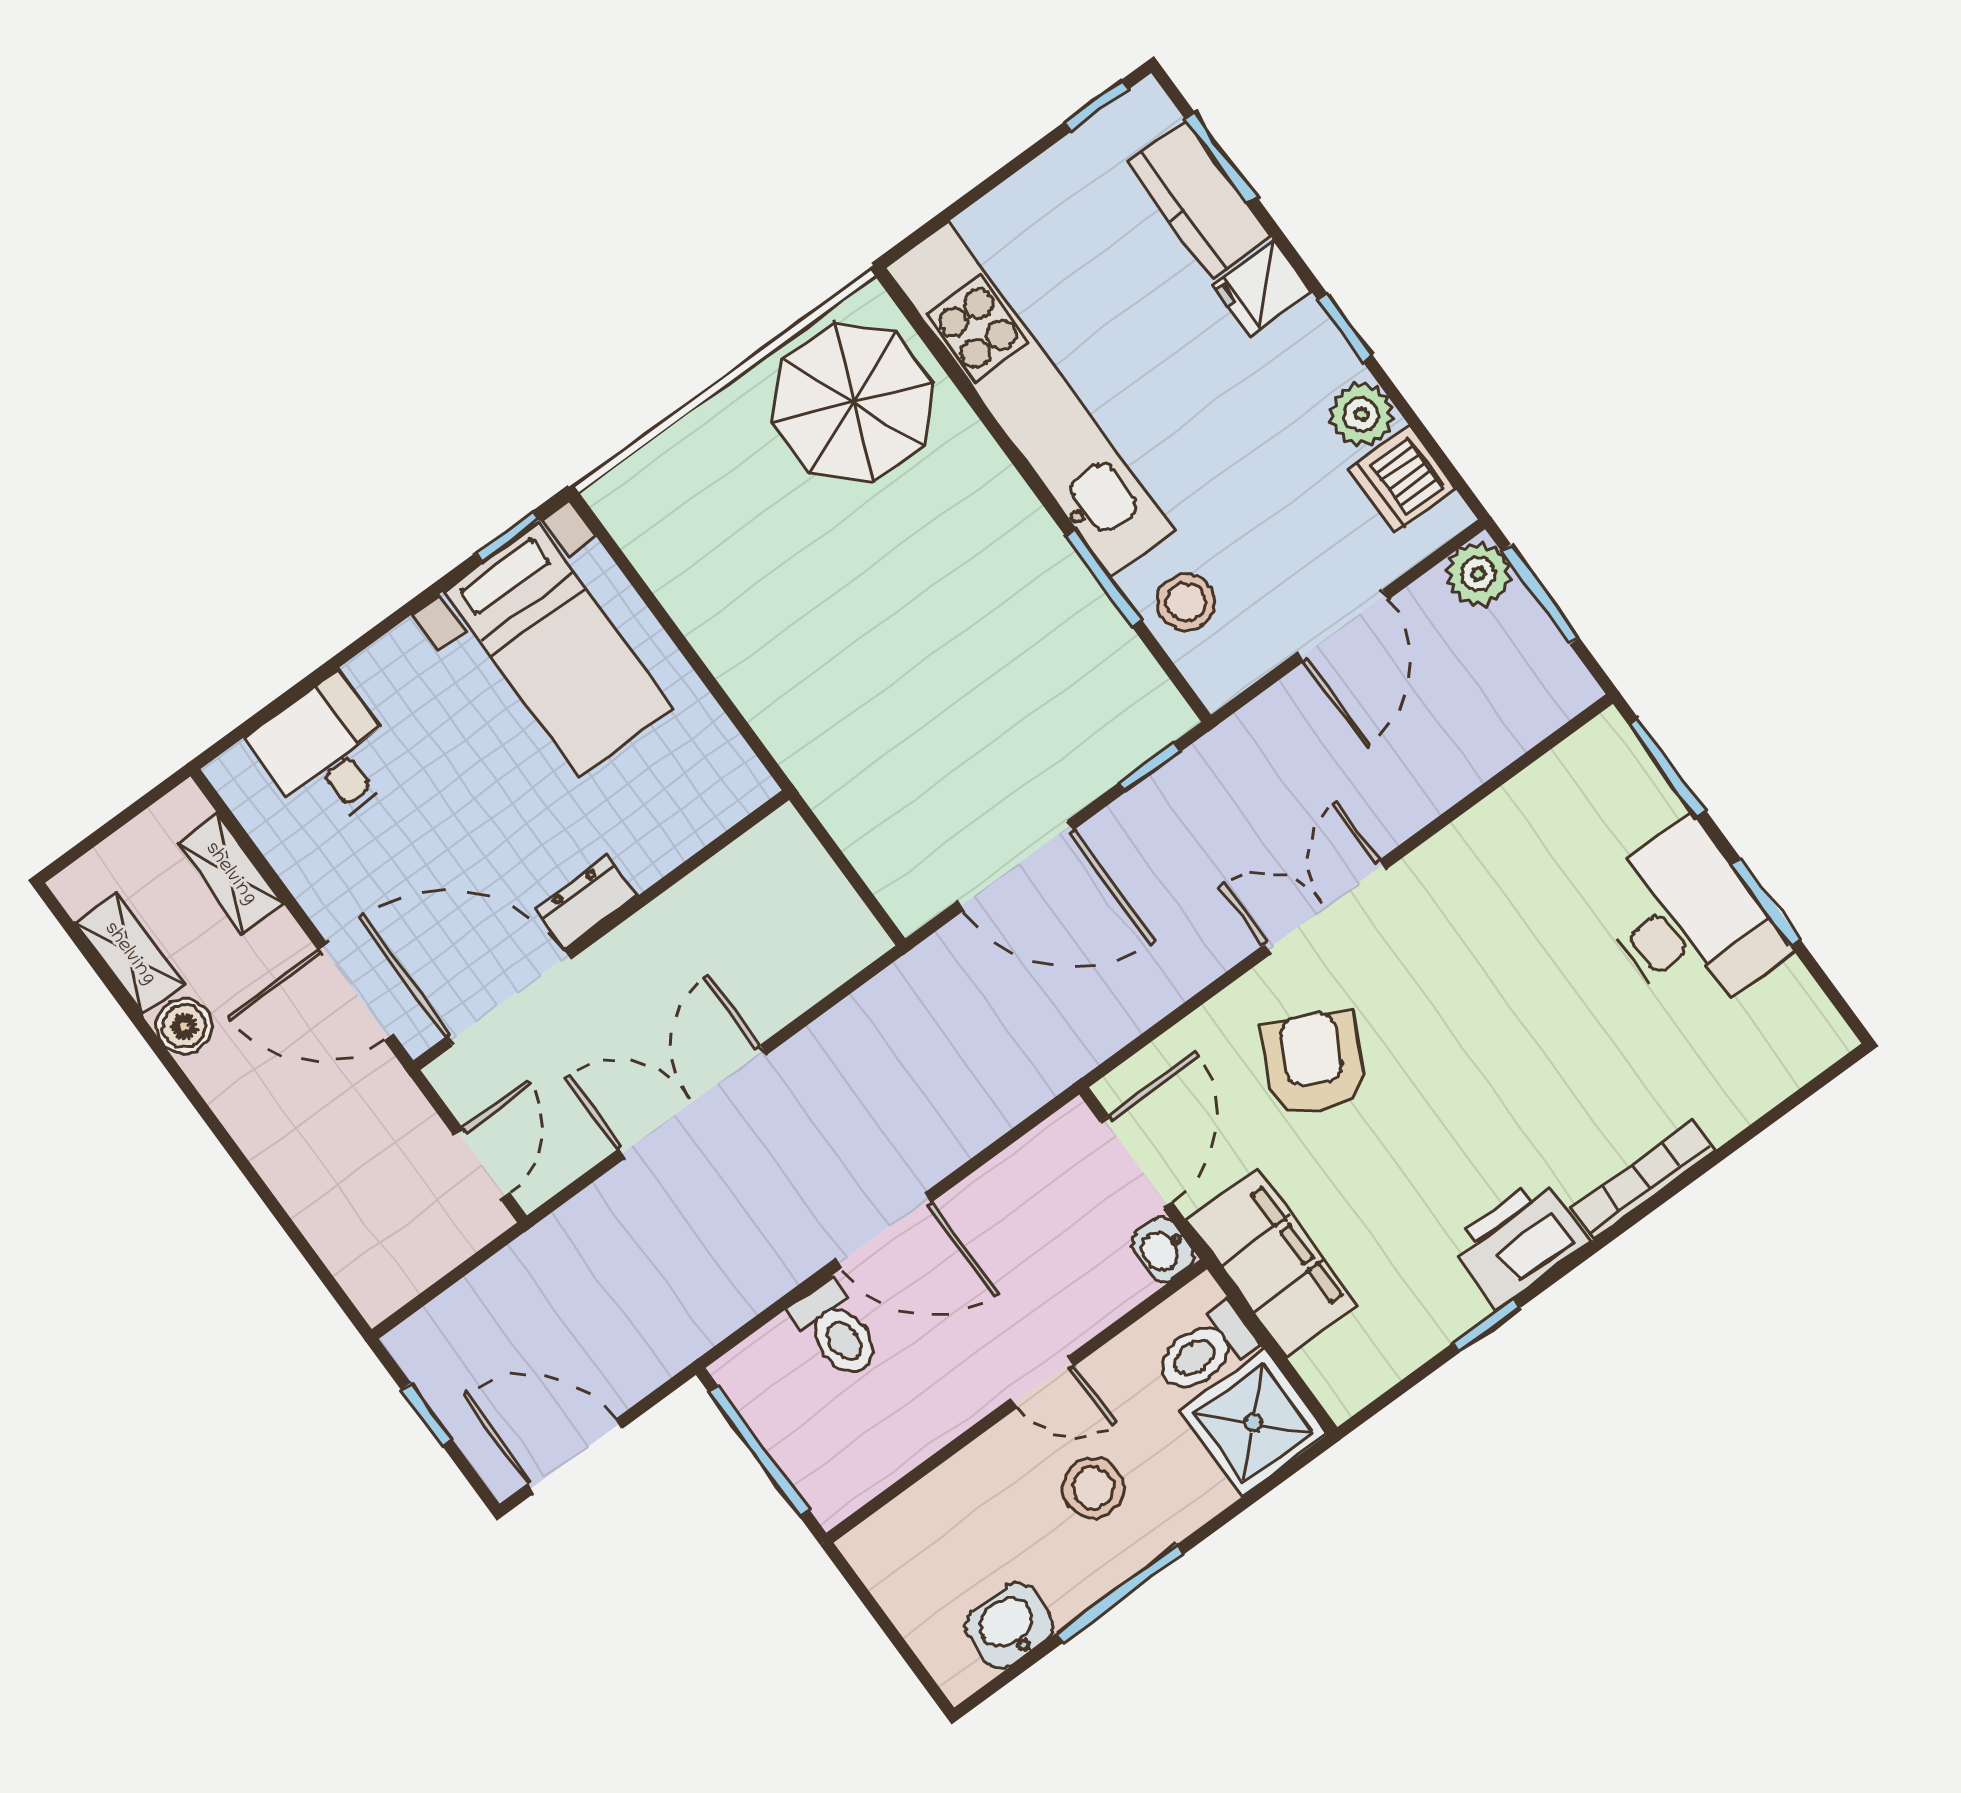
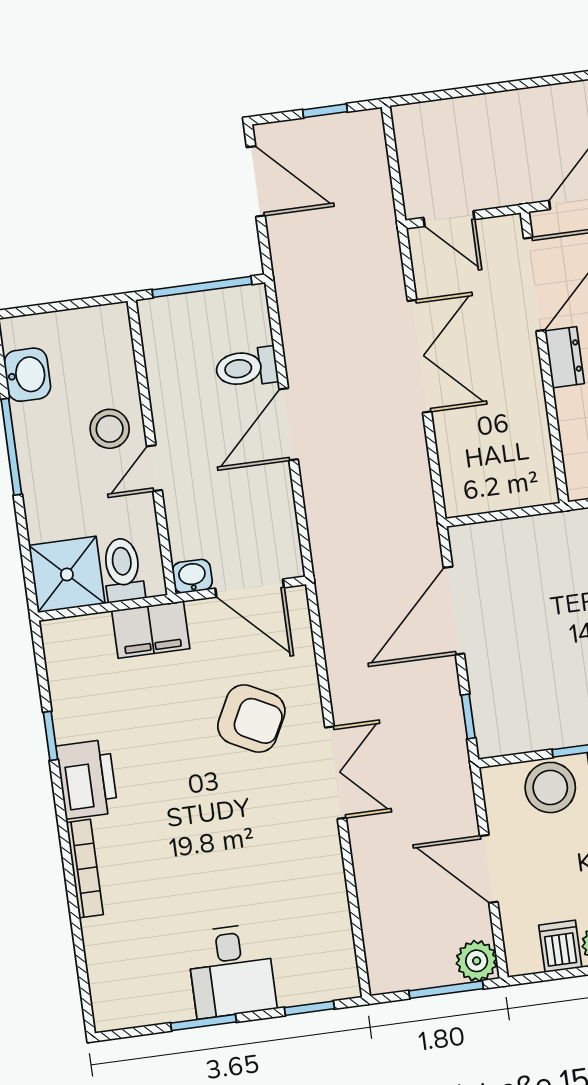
dishwasher: (1402, 479) -> (560, 946), width x0.73
stool: (1186, 602) -> (550, 787), width x1.38, depth x1.38
window: (1667, 768) -> (309, 1008), width x0.67
desk: (1688, 922) -> (231, 971), width x0.73
filing cabinet: (1272, 1263) -> (151, 630), width x0.67, depth x0.86
door: (575, 1456) -> (256, 181), hinge flipped
stool: (1093, 1488) -> (110, 429), moved

